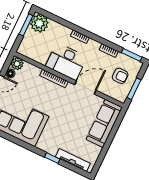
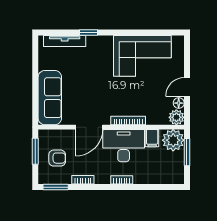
plant: (39, 23) -> (173, 140), moved
window: (26, 25) -> (187, 152), moved
filing cabinet: (43, 57) -> (152, 138), added
armchair: (120, 76) -> (57, 158), turned 180

